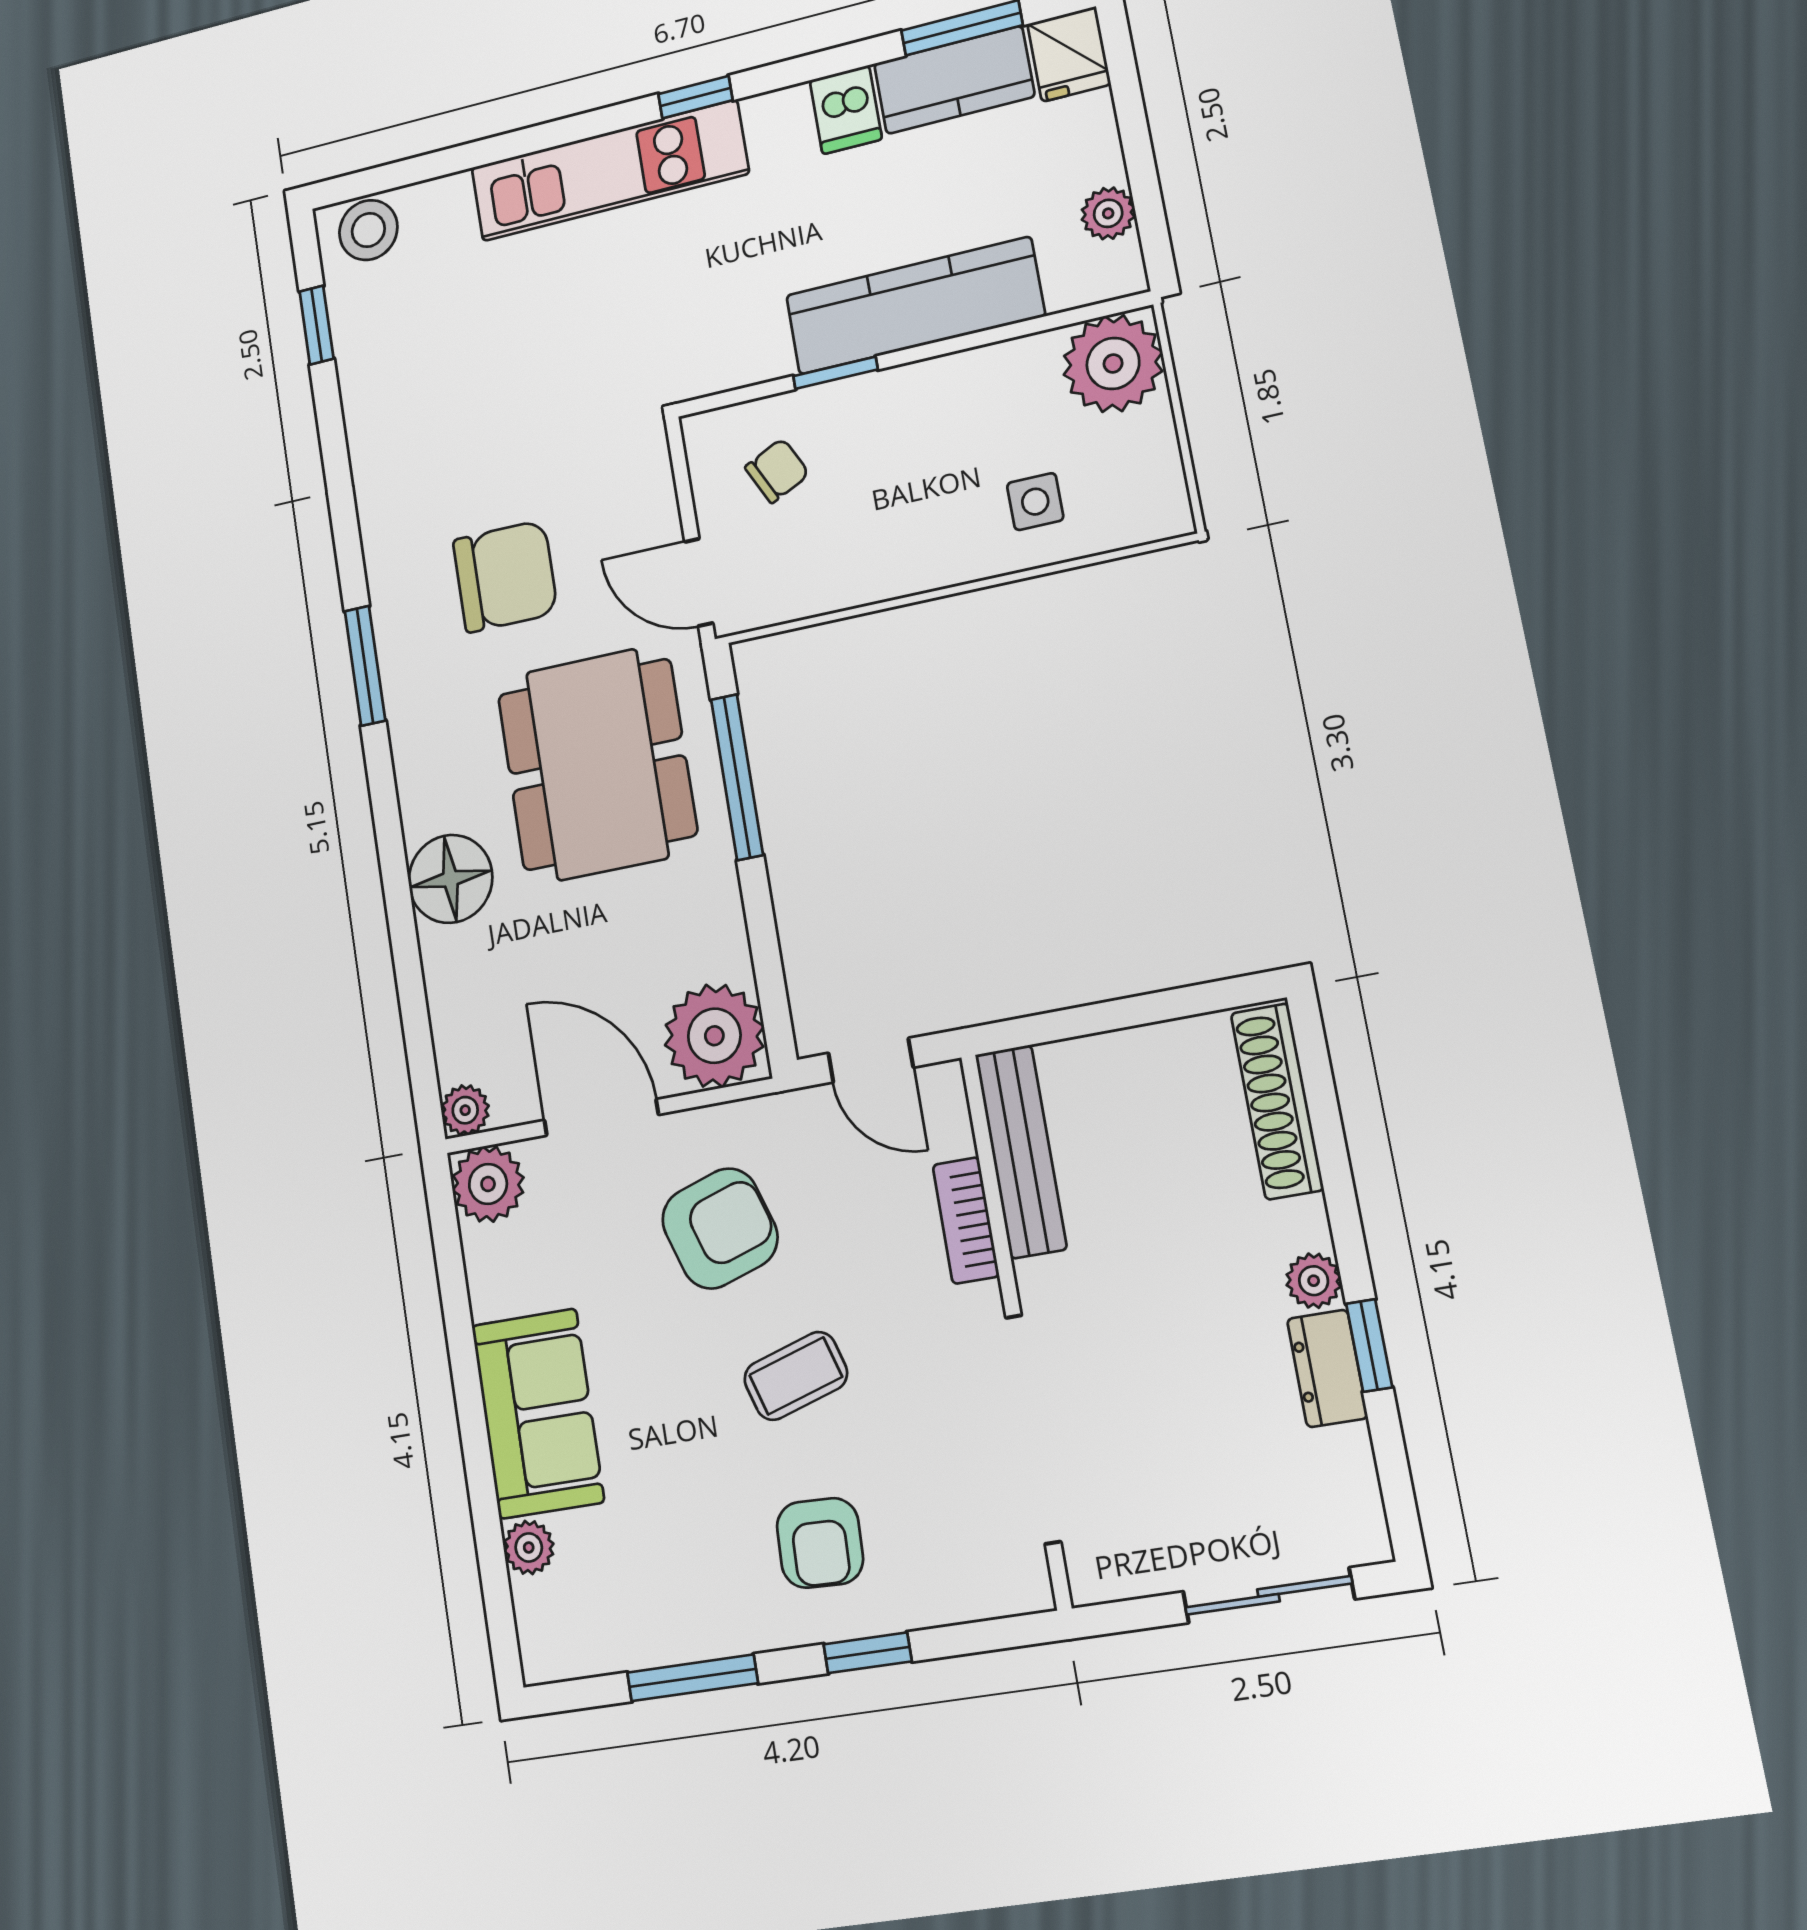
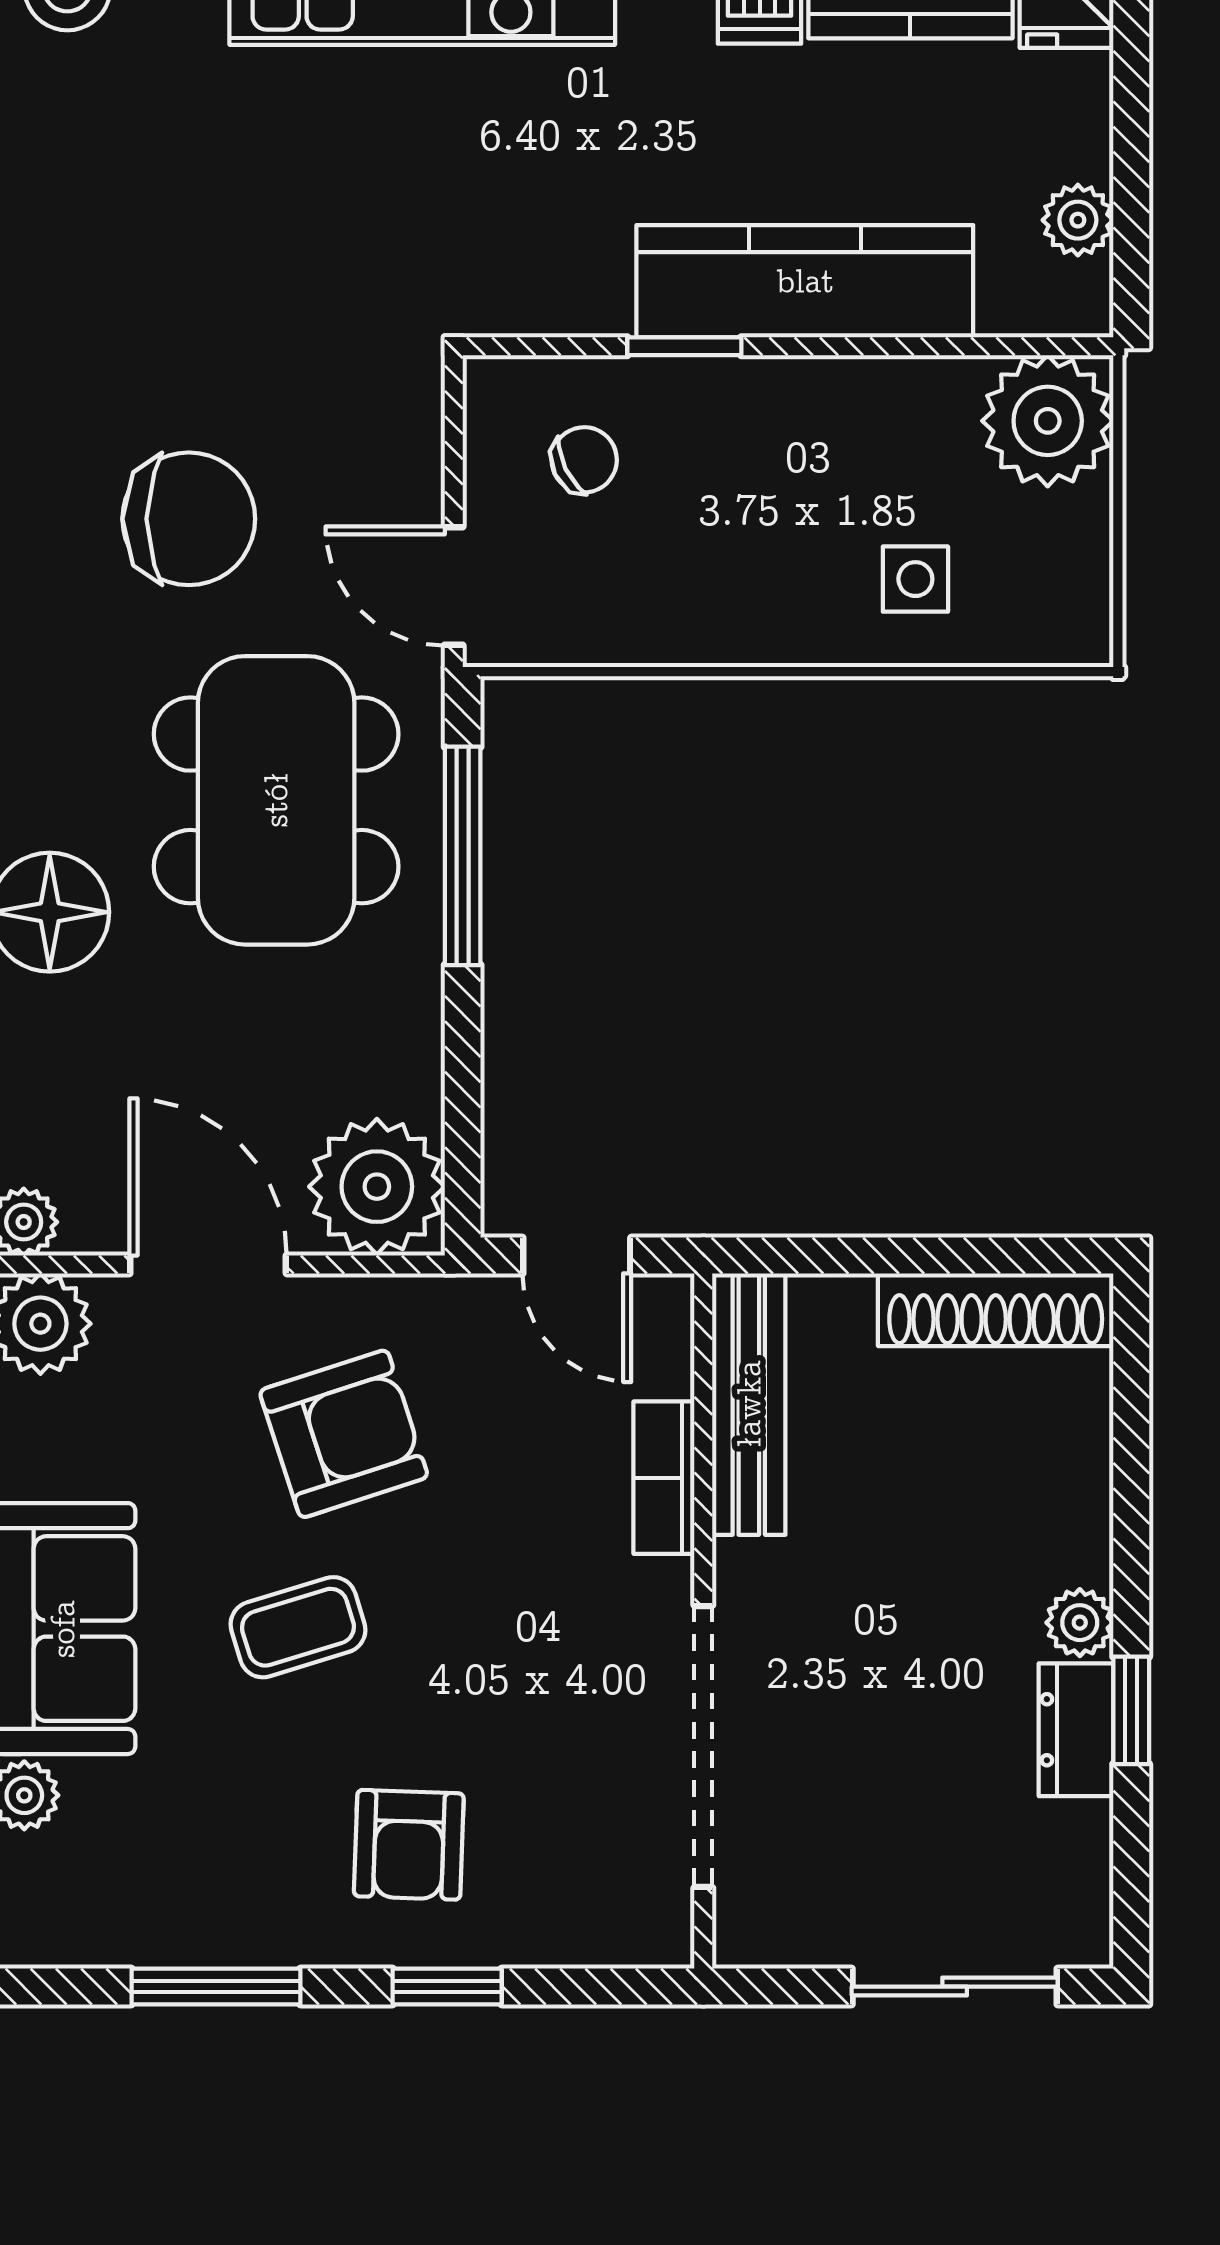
shoe rack: (1277, 1101) -> (996, 1310), moved, turned -90
coffee table: (796, 1376) -> (298, 1627), moved

